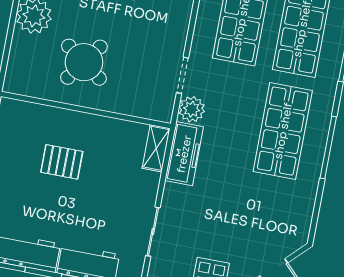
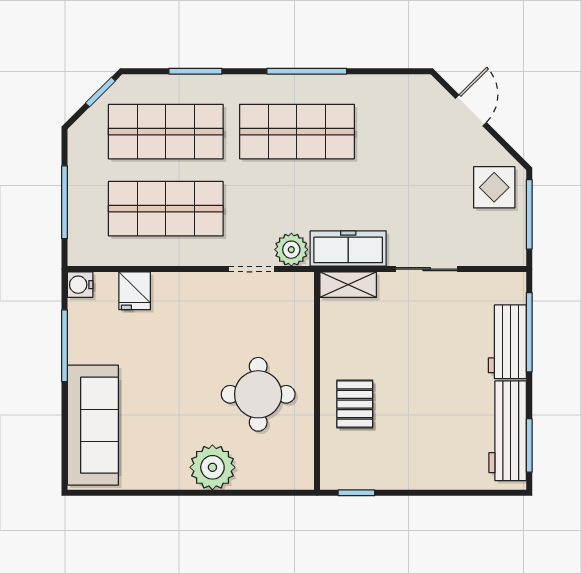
round table: (84, 62) -> (258, 394), turned -36
pallet: (62, 162) -> (355, 404), moved
sliding door: (153, 232) -> (427, 269), moved

